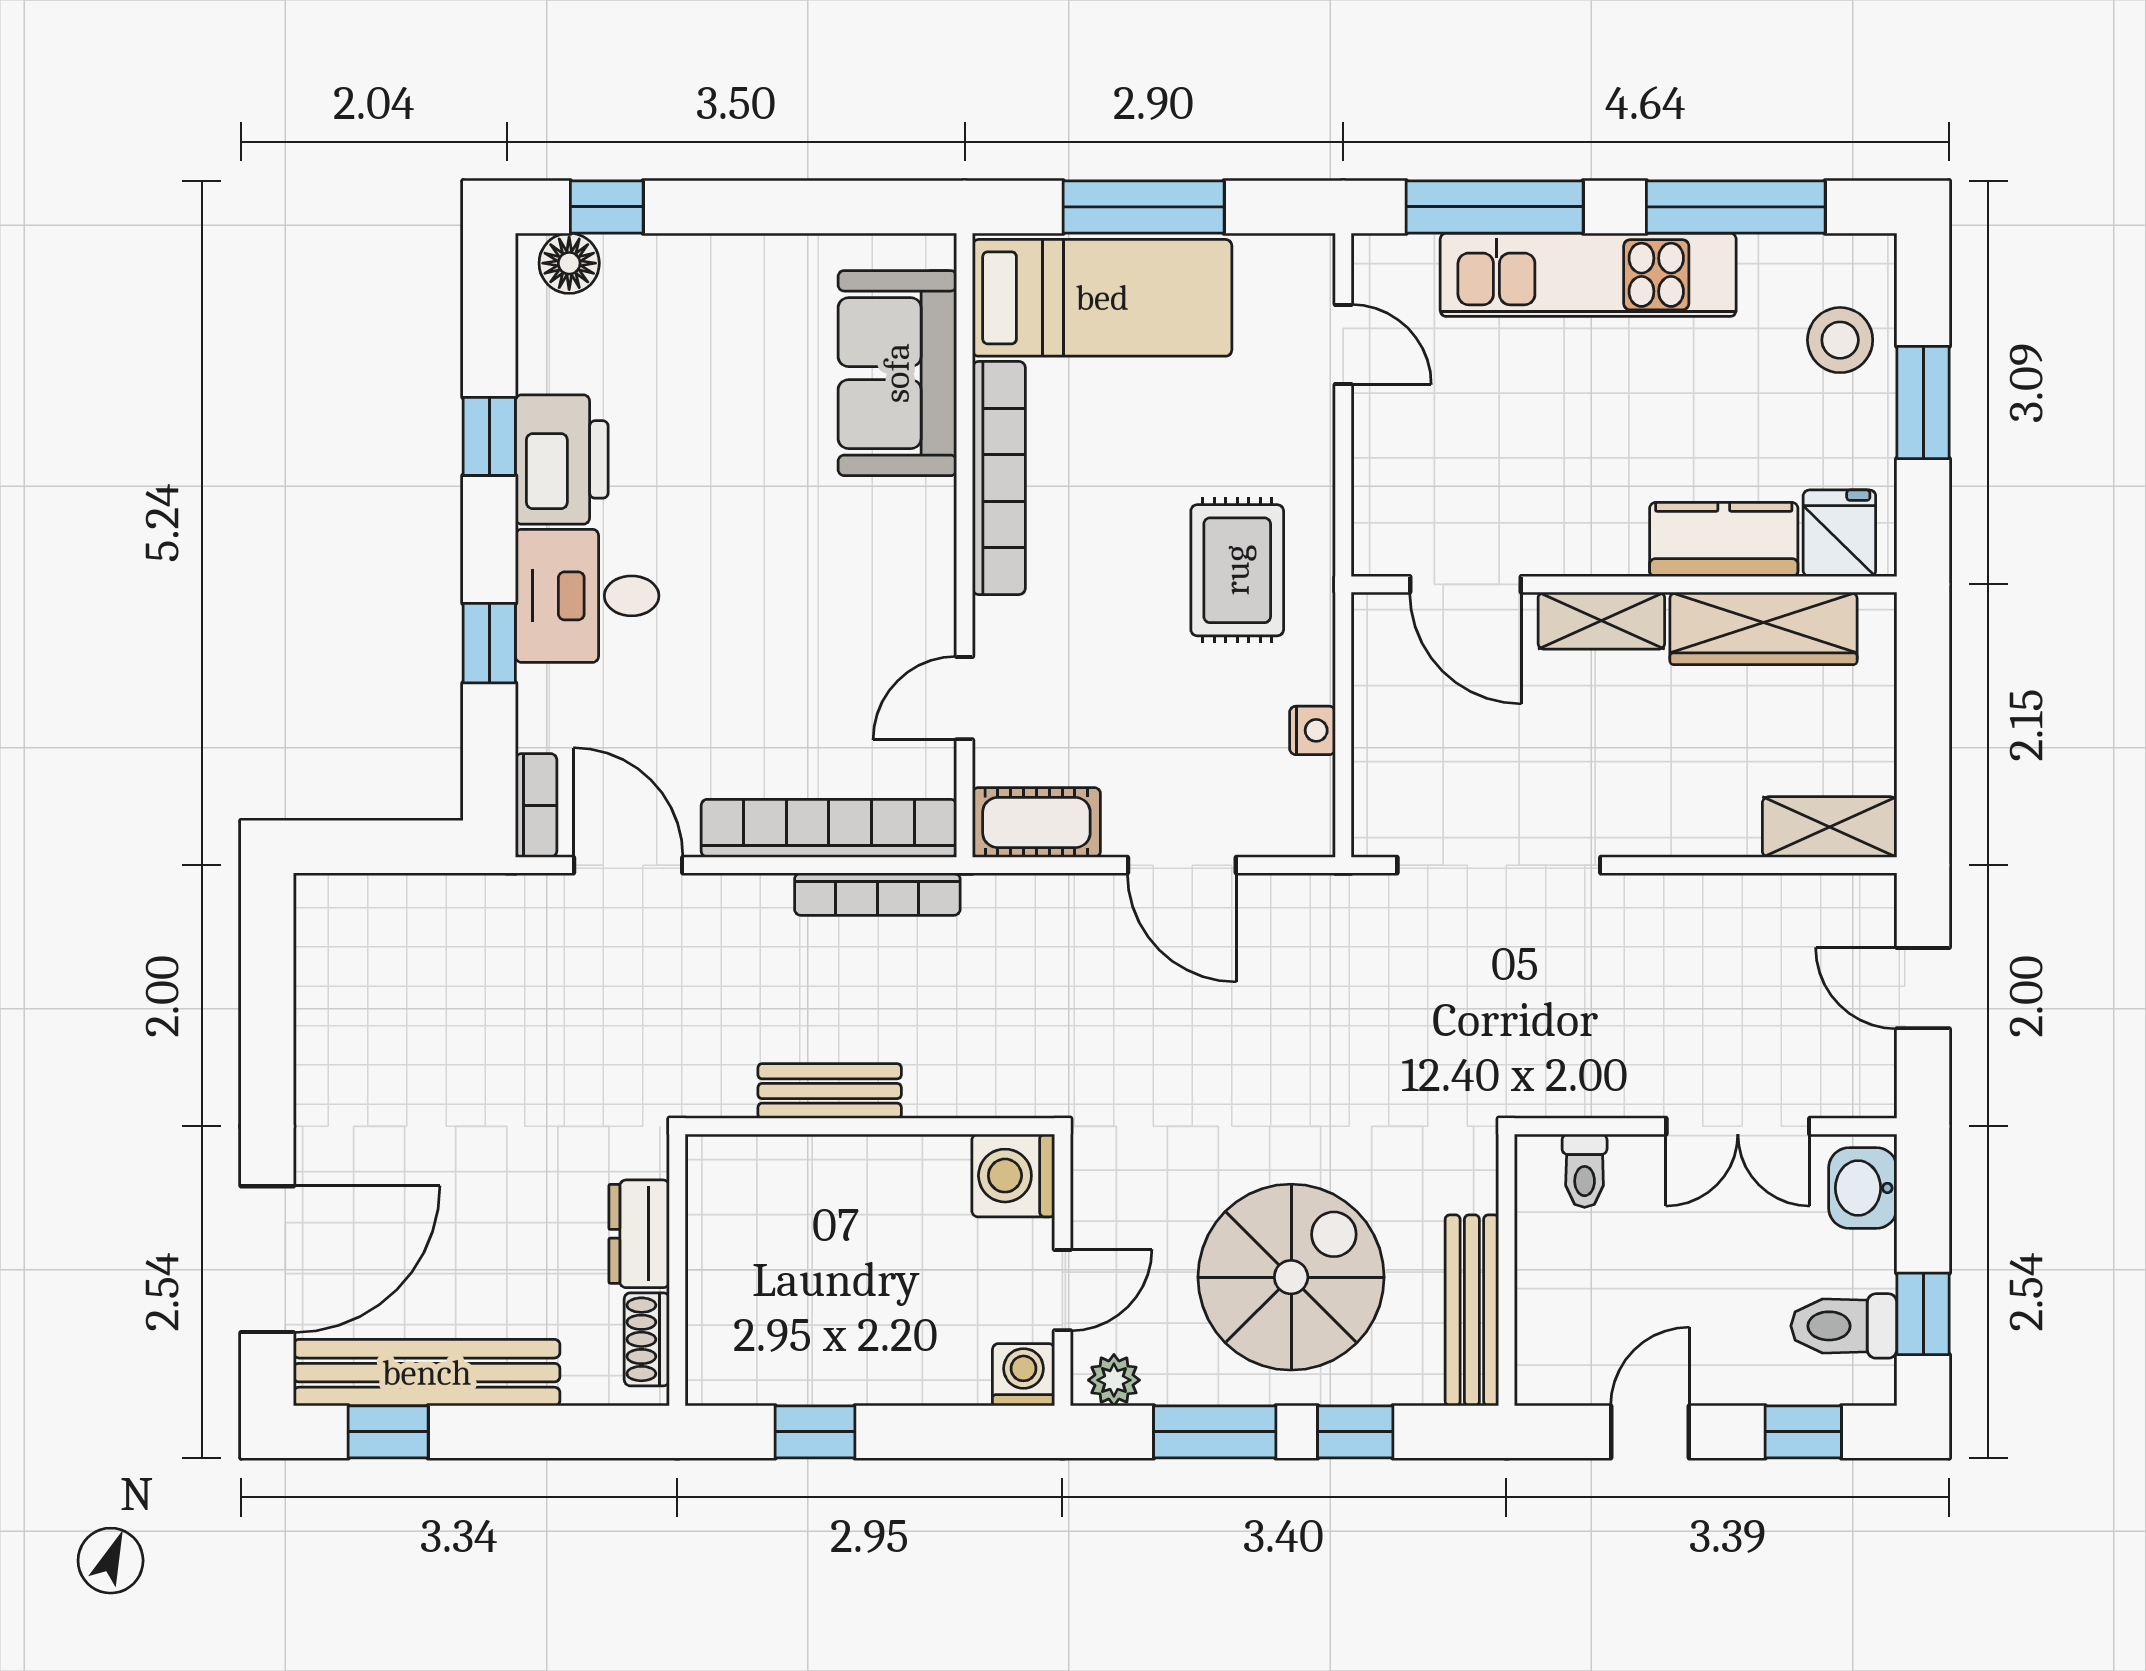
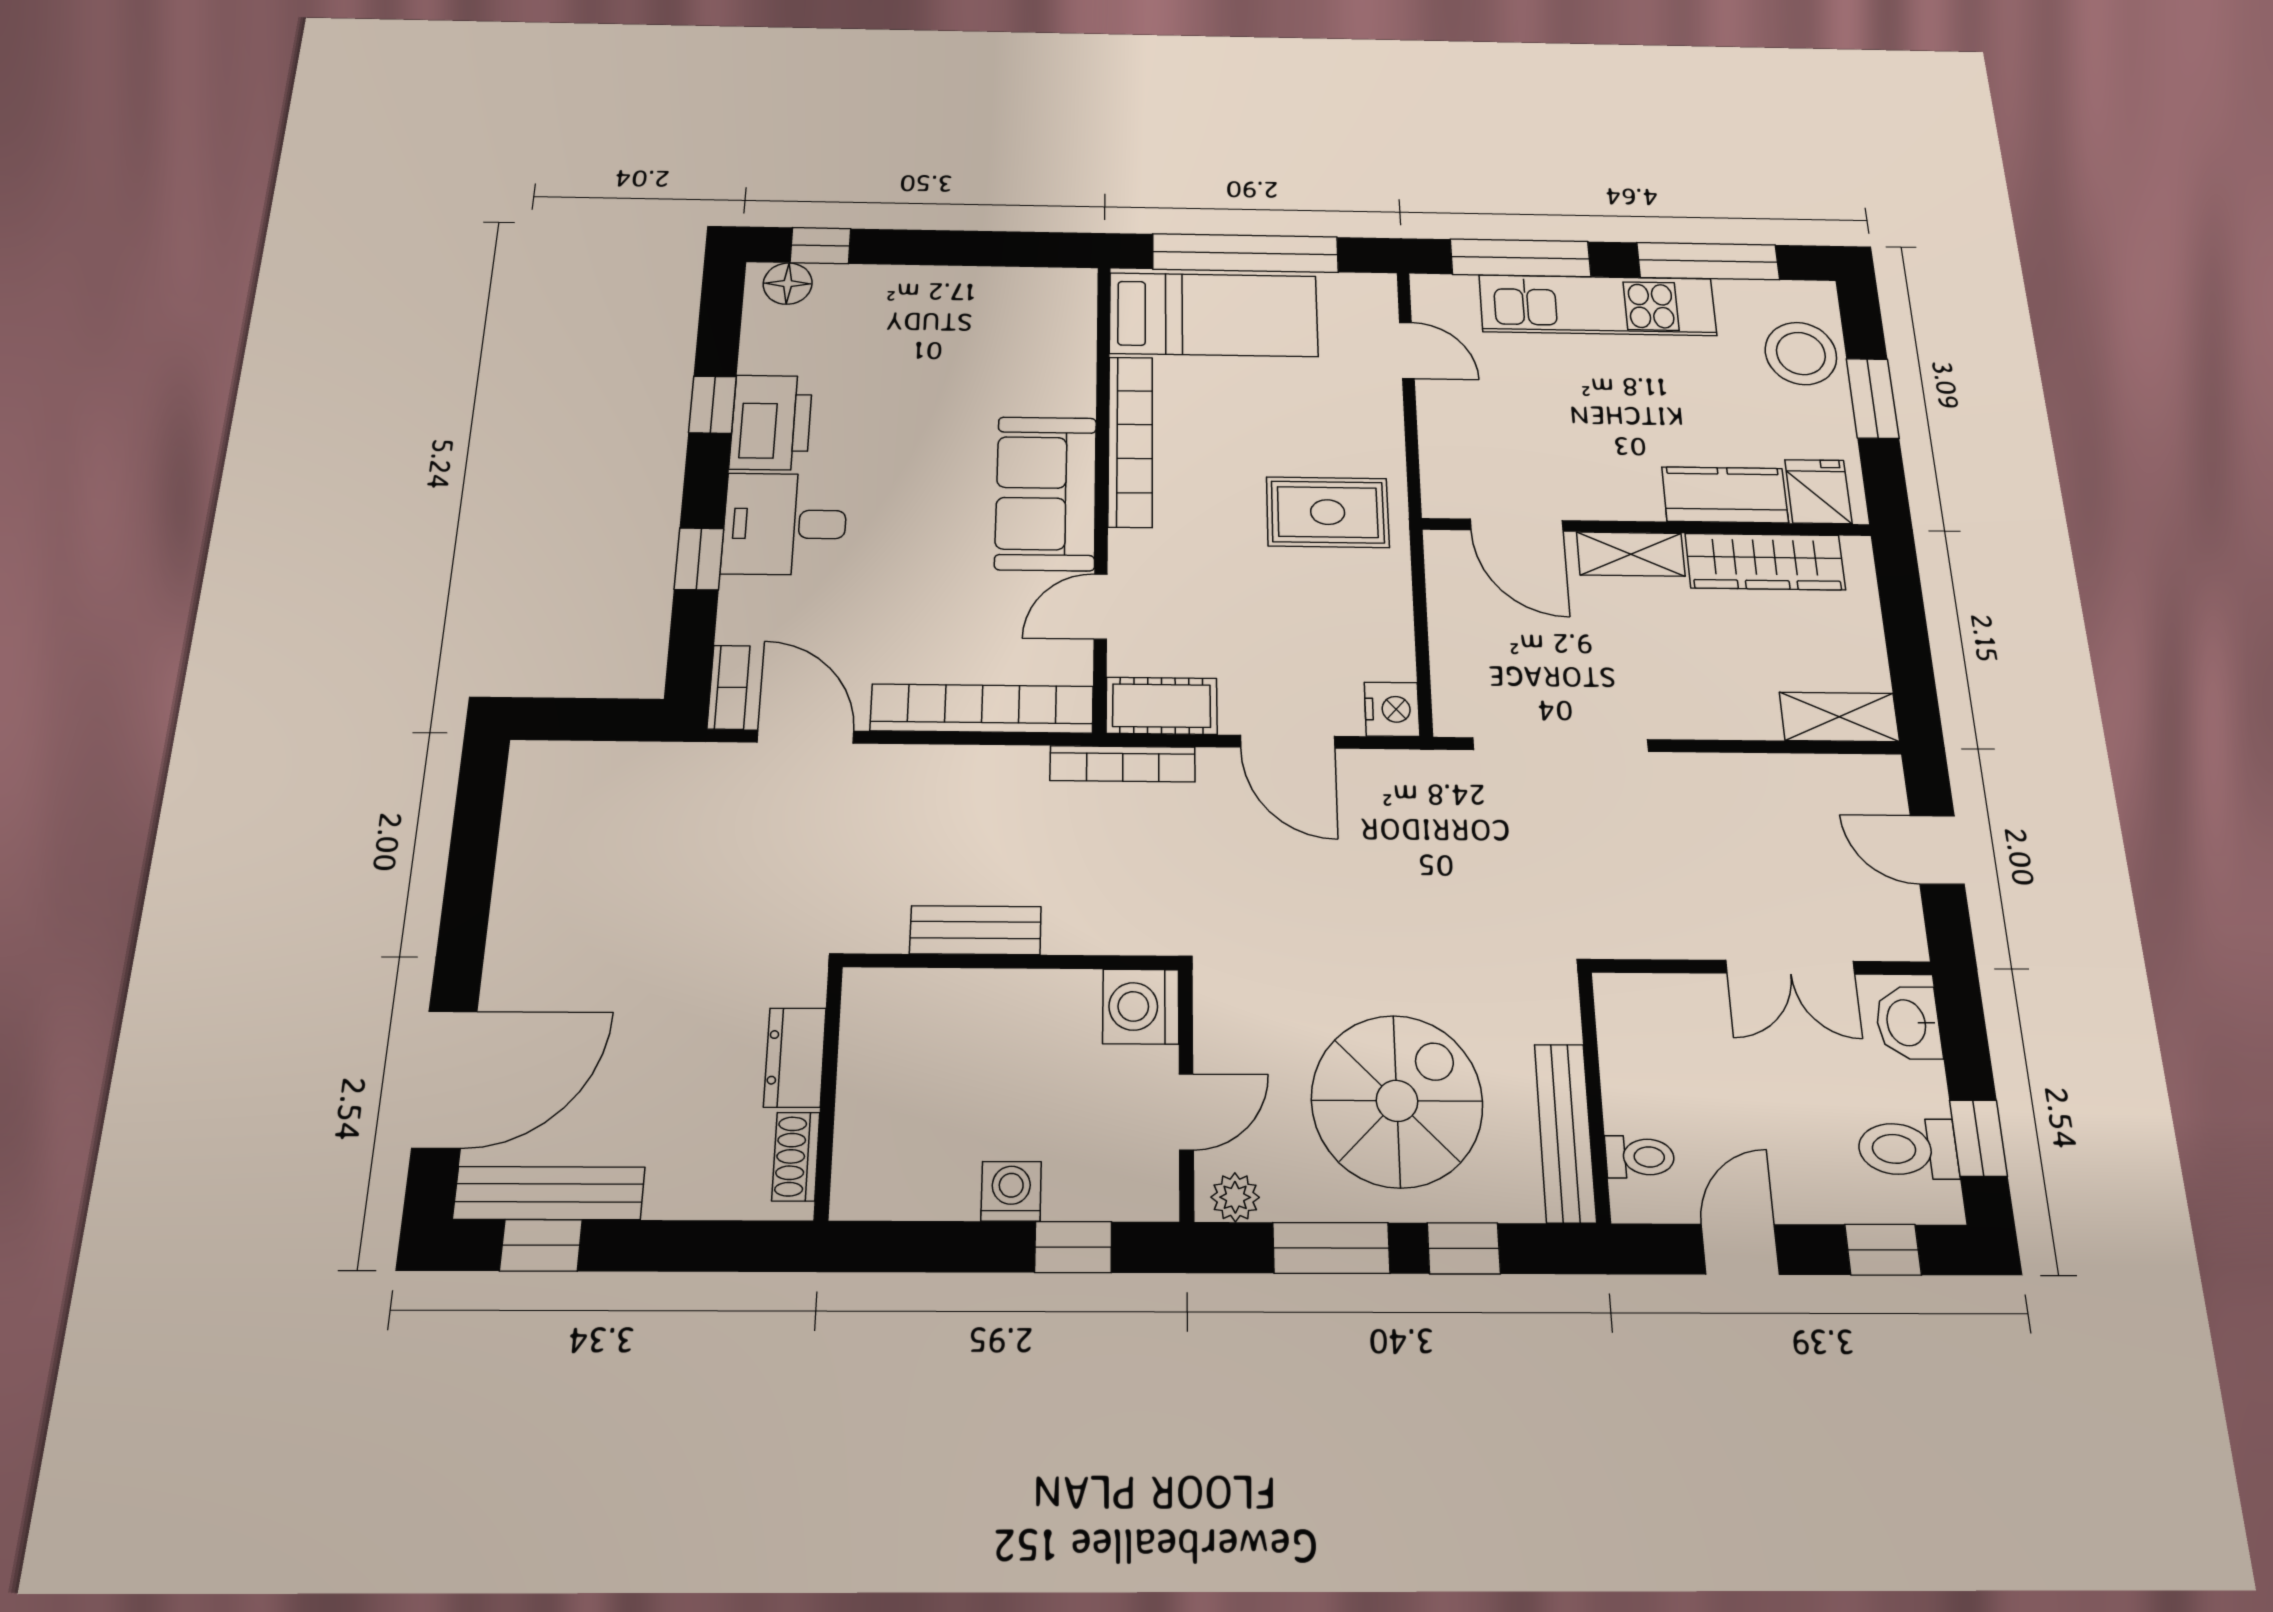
window: (1144, 207) -> (1245, 253), width x1.46
stool: (1840, 340) -> (1801, 353), width x1.38, depth x1.38
sofa: (897, 373) -> (1046, 493), moved
rug: (1237, 570) -> (1328, 512), turned 90
nightstand: (1313, 730) -> (1392, 709), moved, width x1.39, depth x1.35
bookcase: (877, 894) -> (1123, 764), moved
toilet: (1585, 1171) -> (1640, 1157), moved, turned -90
bench: (427, 1373) -> (549, 1193), width x0.73, depth x0.82
washing machine: (1024, 1375) -> (1011, 1191), moved
window: (815, 1432) -> (1073, 1247), moved

